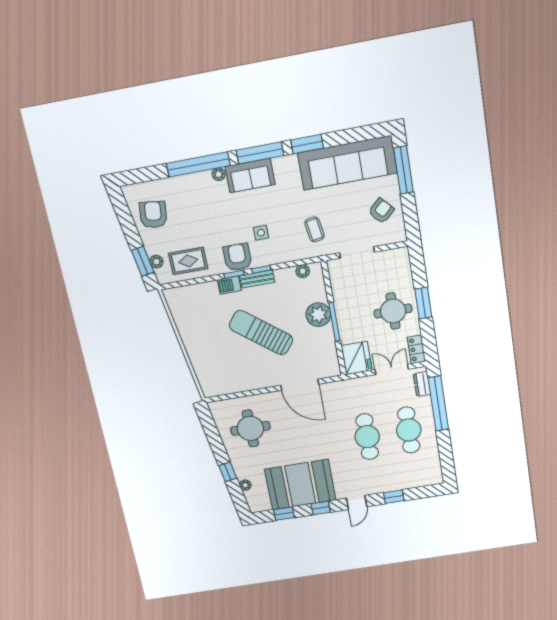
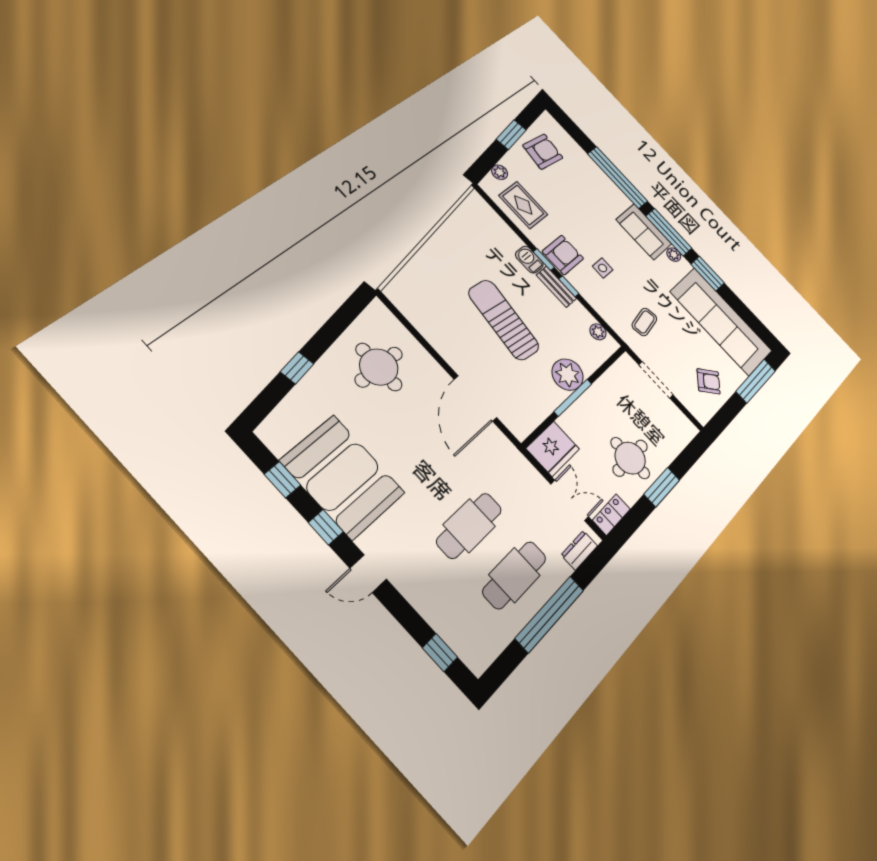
plant: (219, 174) -> (674, 255), moved
window: (143, 261) -> (511, 135), moved
sun lounger: (261, 333) -> (504, 320), turned -31
window: (438, 403) -> (550, 614), moved
plant: (245, 485) -> (292, 402), removed
window: (394, 497) -> (440, 653), moved

